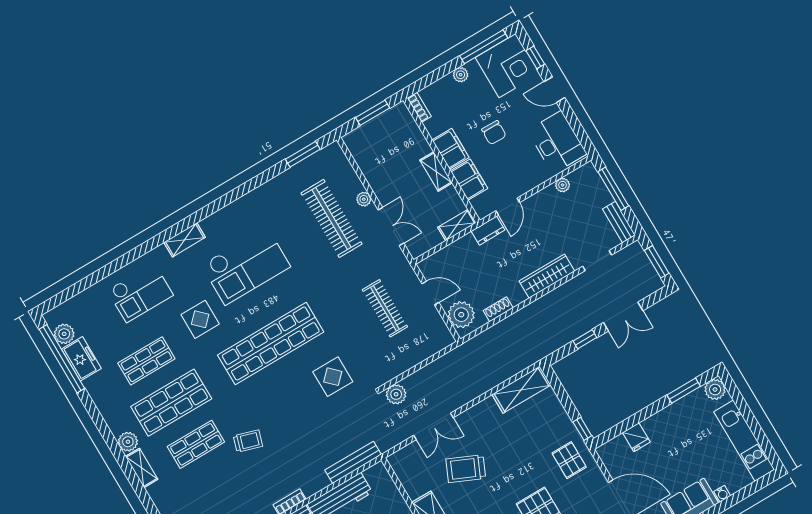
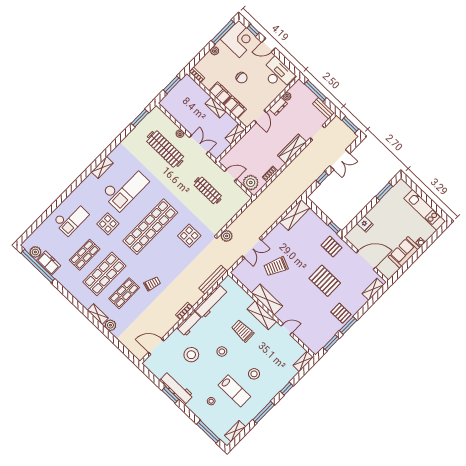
dresser: (488, 231) -> (278, 106), moved
shelving: (185, 240) -> (102, 167), moved
plant: (715, 390) -> (401, 186), removed
plant: (128, 442) -> (110, 325), moved

